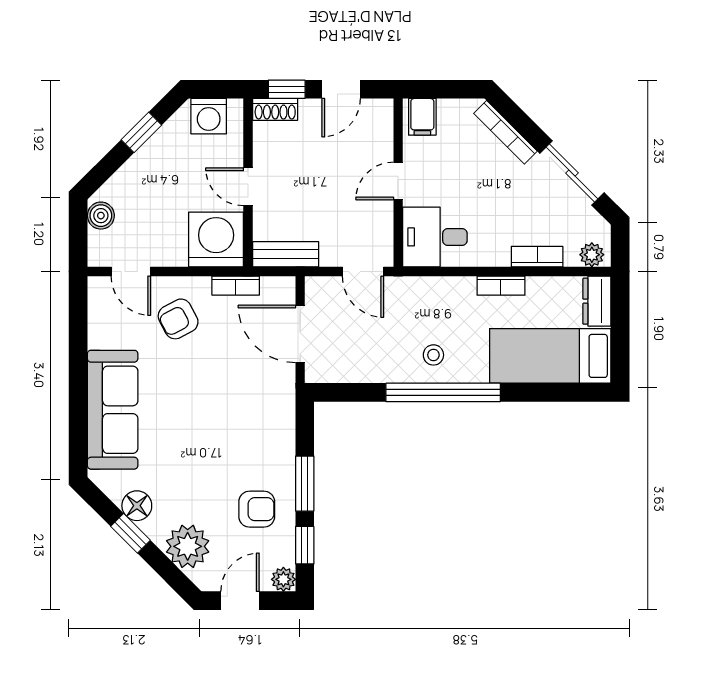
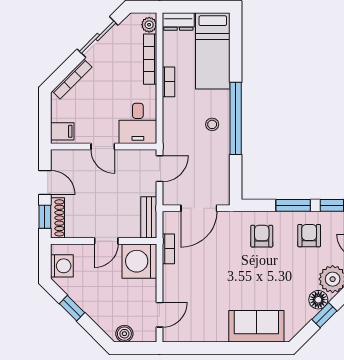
shoe rack: (275, 109) -> (58, 218), width x1.43
bookcase: (537, 257) -> (150, 59), width x1.56
armchair: (178, 319) -> (262, 236), moved, turned -152
sofa: (113, 410) -> (256, 326), width x0.73
floor lamp: (137, 506) -> (318, 300), moved

